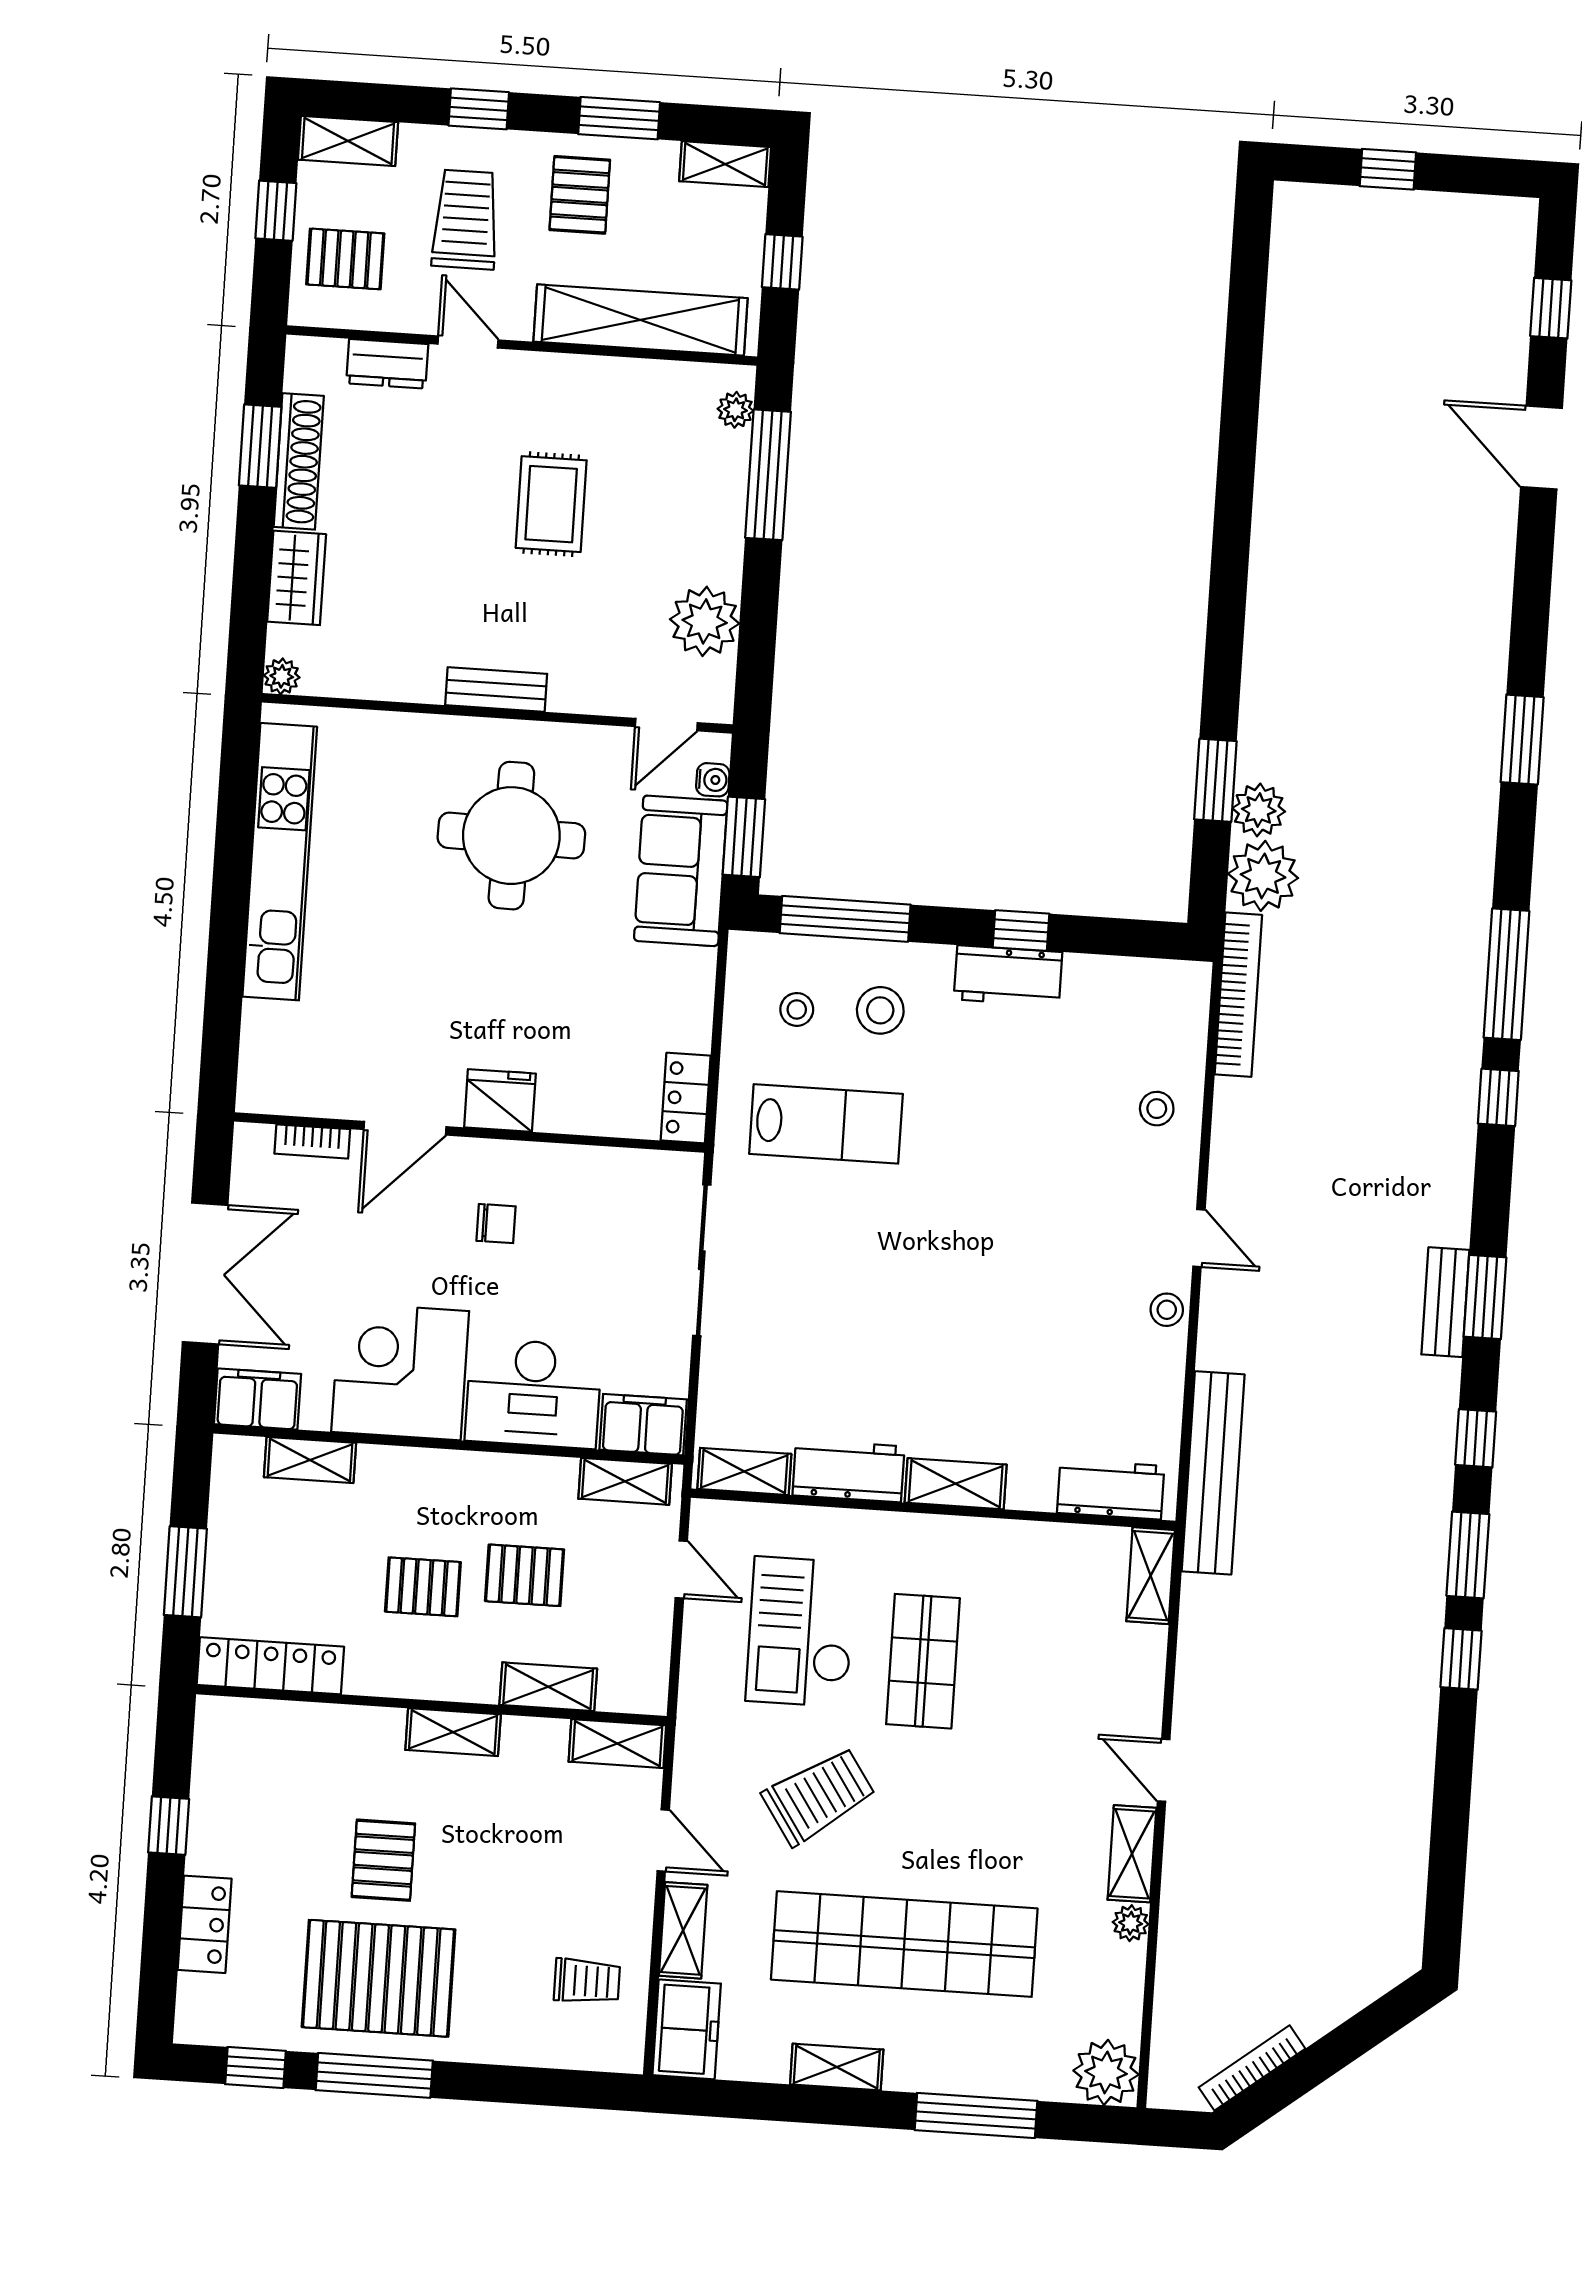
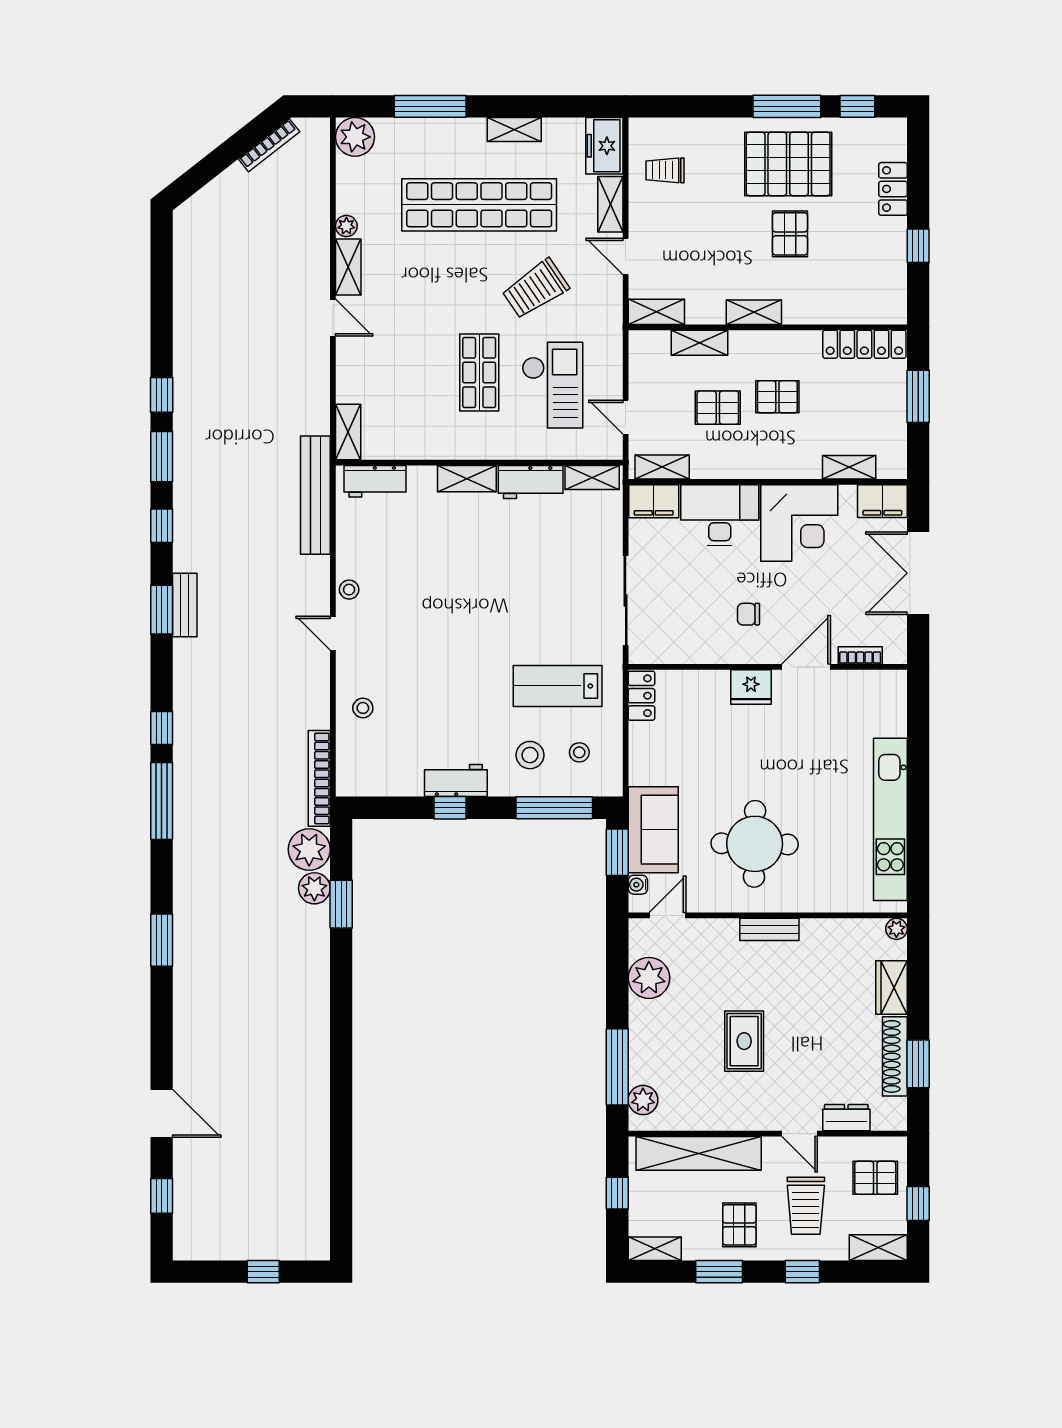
plant: (735, 410) -> (643, 1100), width x1.38, depth x1.38

